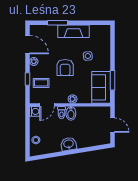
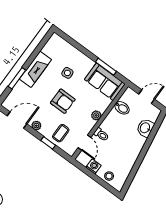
washing machine: (35, 111) -> (94, 166), moved
bidet: (71, 113) -> (122, 108), moved
washbasin: (69, 144) -> (145, 128), moved

